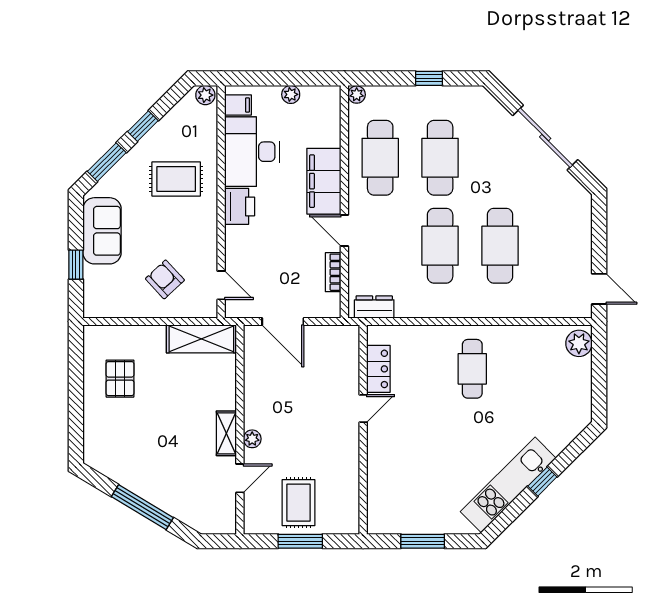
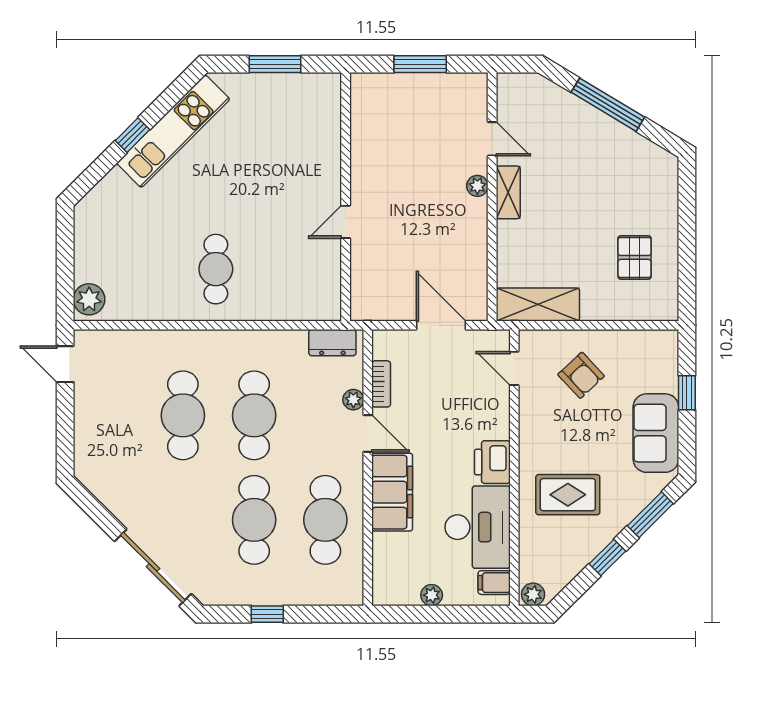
plant: (357, 95) -> (353, 400), moved
sliding door: (545, 138) -> (153, 568), moved
locker: (378, 369) -> (327, 269), removed
door: (240, 478) -> (492, 139), swing flipped
rug: (298, 503) -> (422, 110), removed

